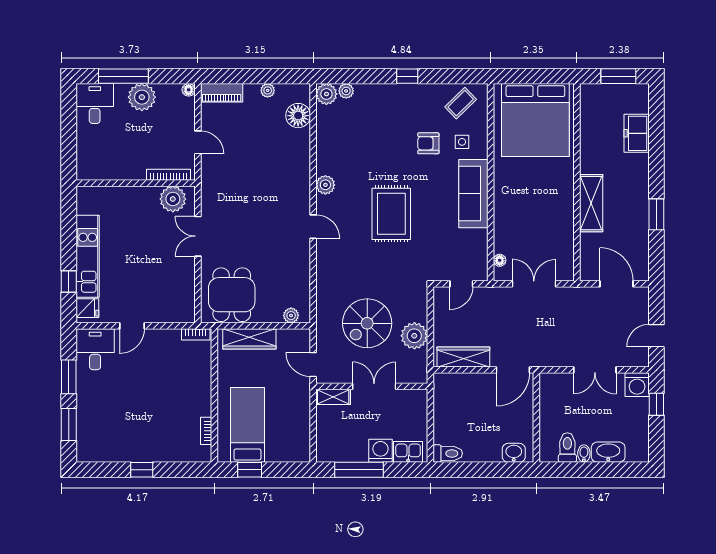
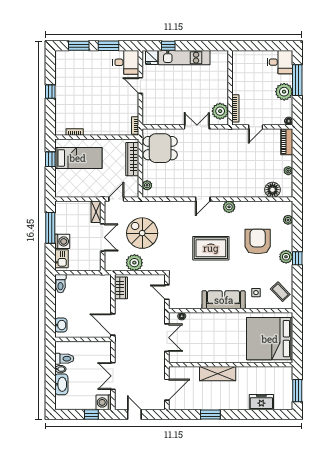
plant: (326, 94) -> (286, 257), moved
armchair: (428, 143) -> (258, 242), moved, width x1.88, depth x1.88
wardrobe: (463, 357) -> (121, 288), width x0.67

